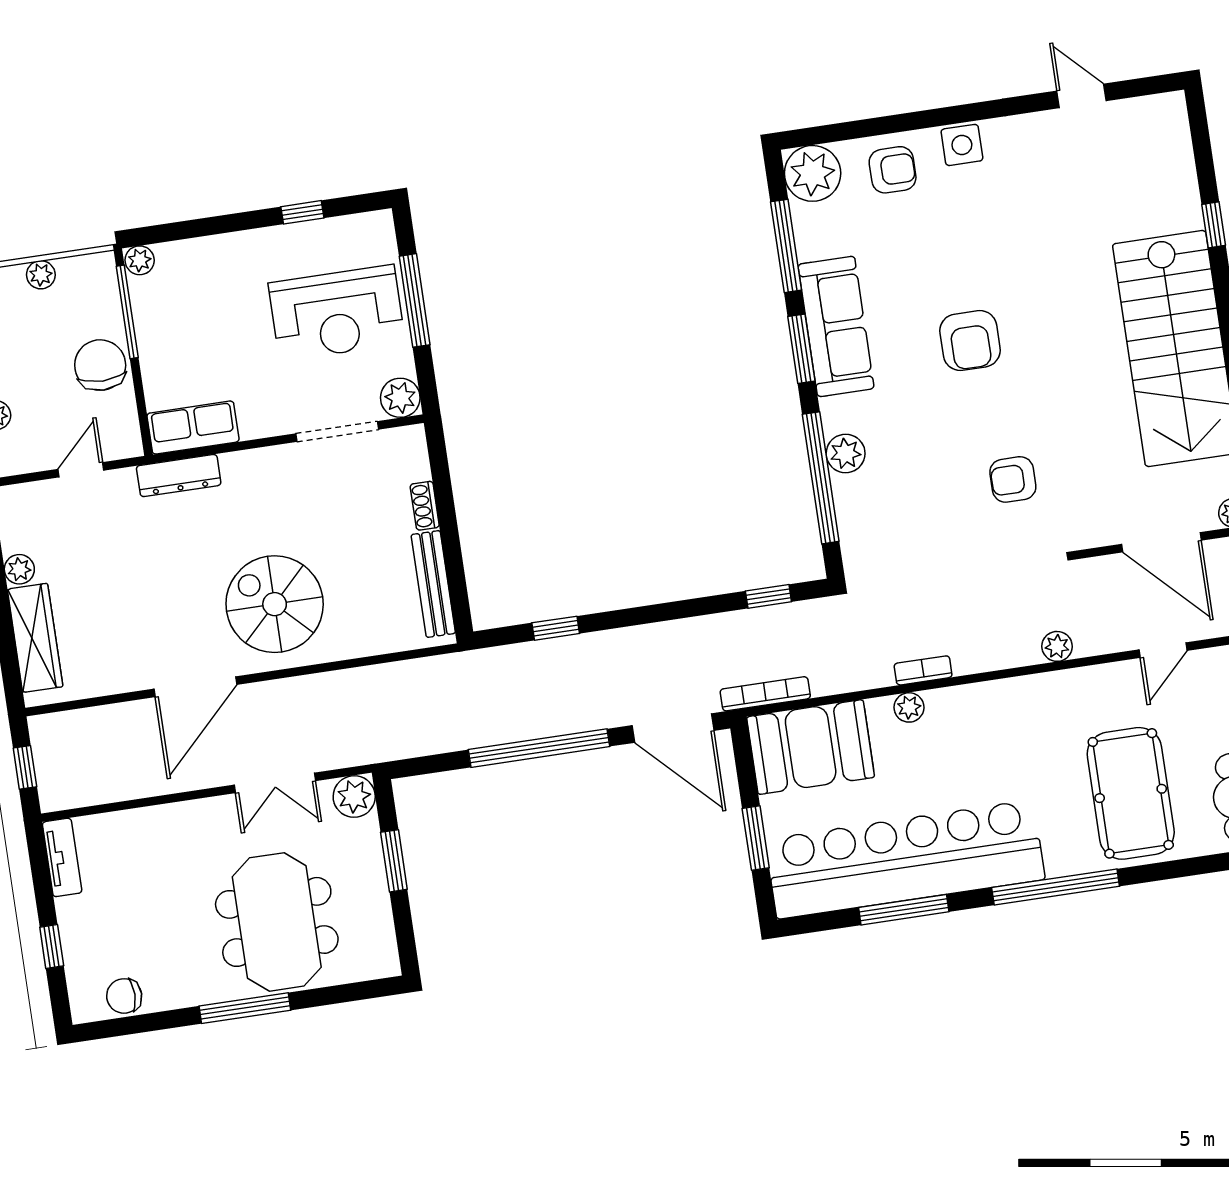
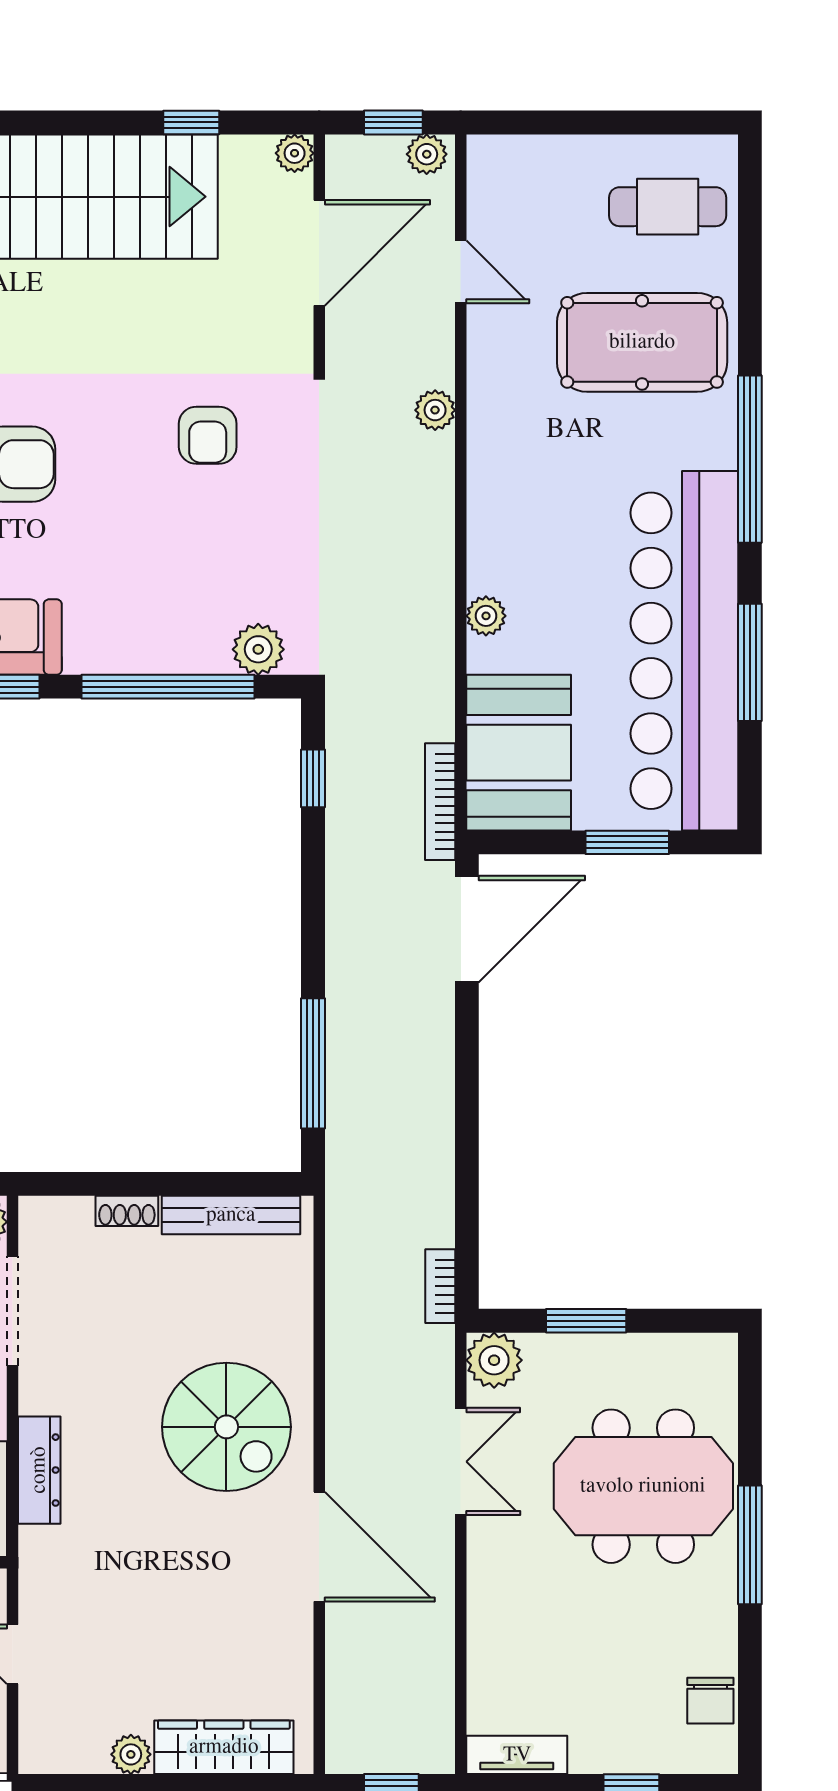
plant: (846, 453) -> (258, 649), moved
dresser: (179, 476) -> (39, 1470), moved
spiral stairs: (275, 604) -> (226, 1427), turned -90
window: (556, 628) -> (313, 1063), width x2.17
bookcase: (923, 670) -> (440, 1286), moved
window: (539, 748) -> (467, 1109), removed

